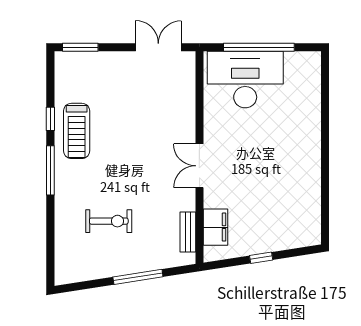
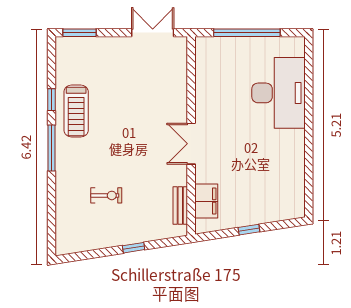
desk: (245, 80) -> (279, 93), moved, turned 90
exercise bike: (109, 221) -> (106, 195), width x0.73, depth x0.72
window: (138, 277) -> (134, 248), width x0.46

